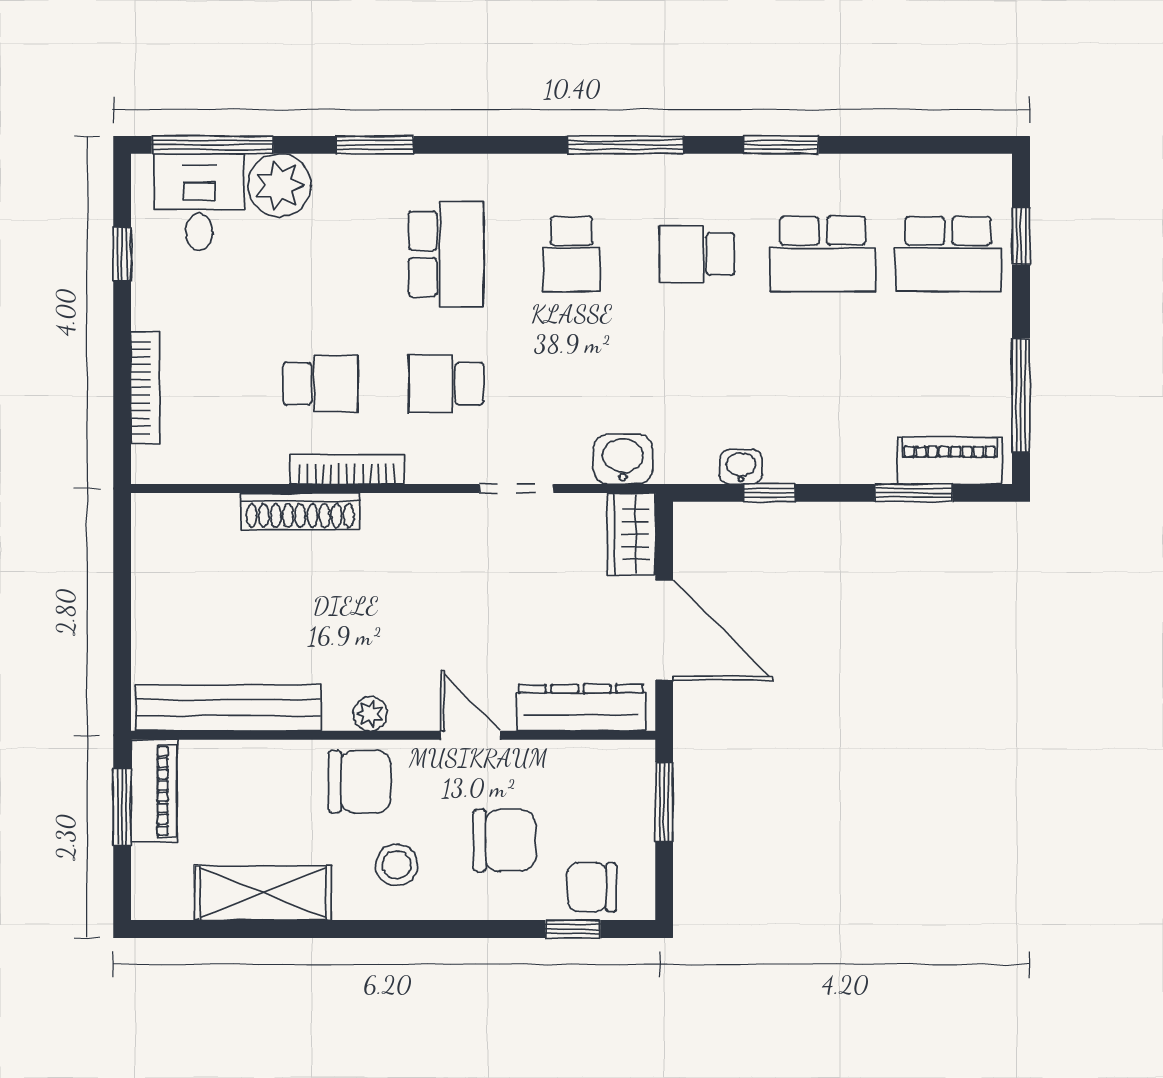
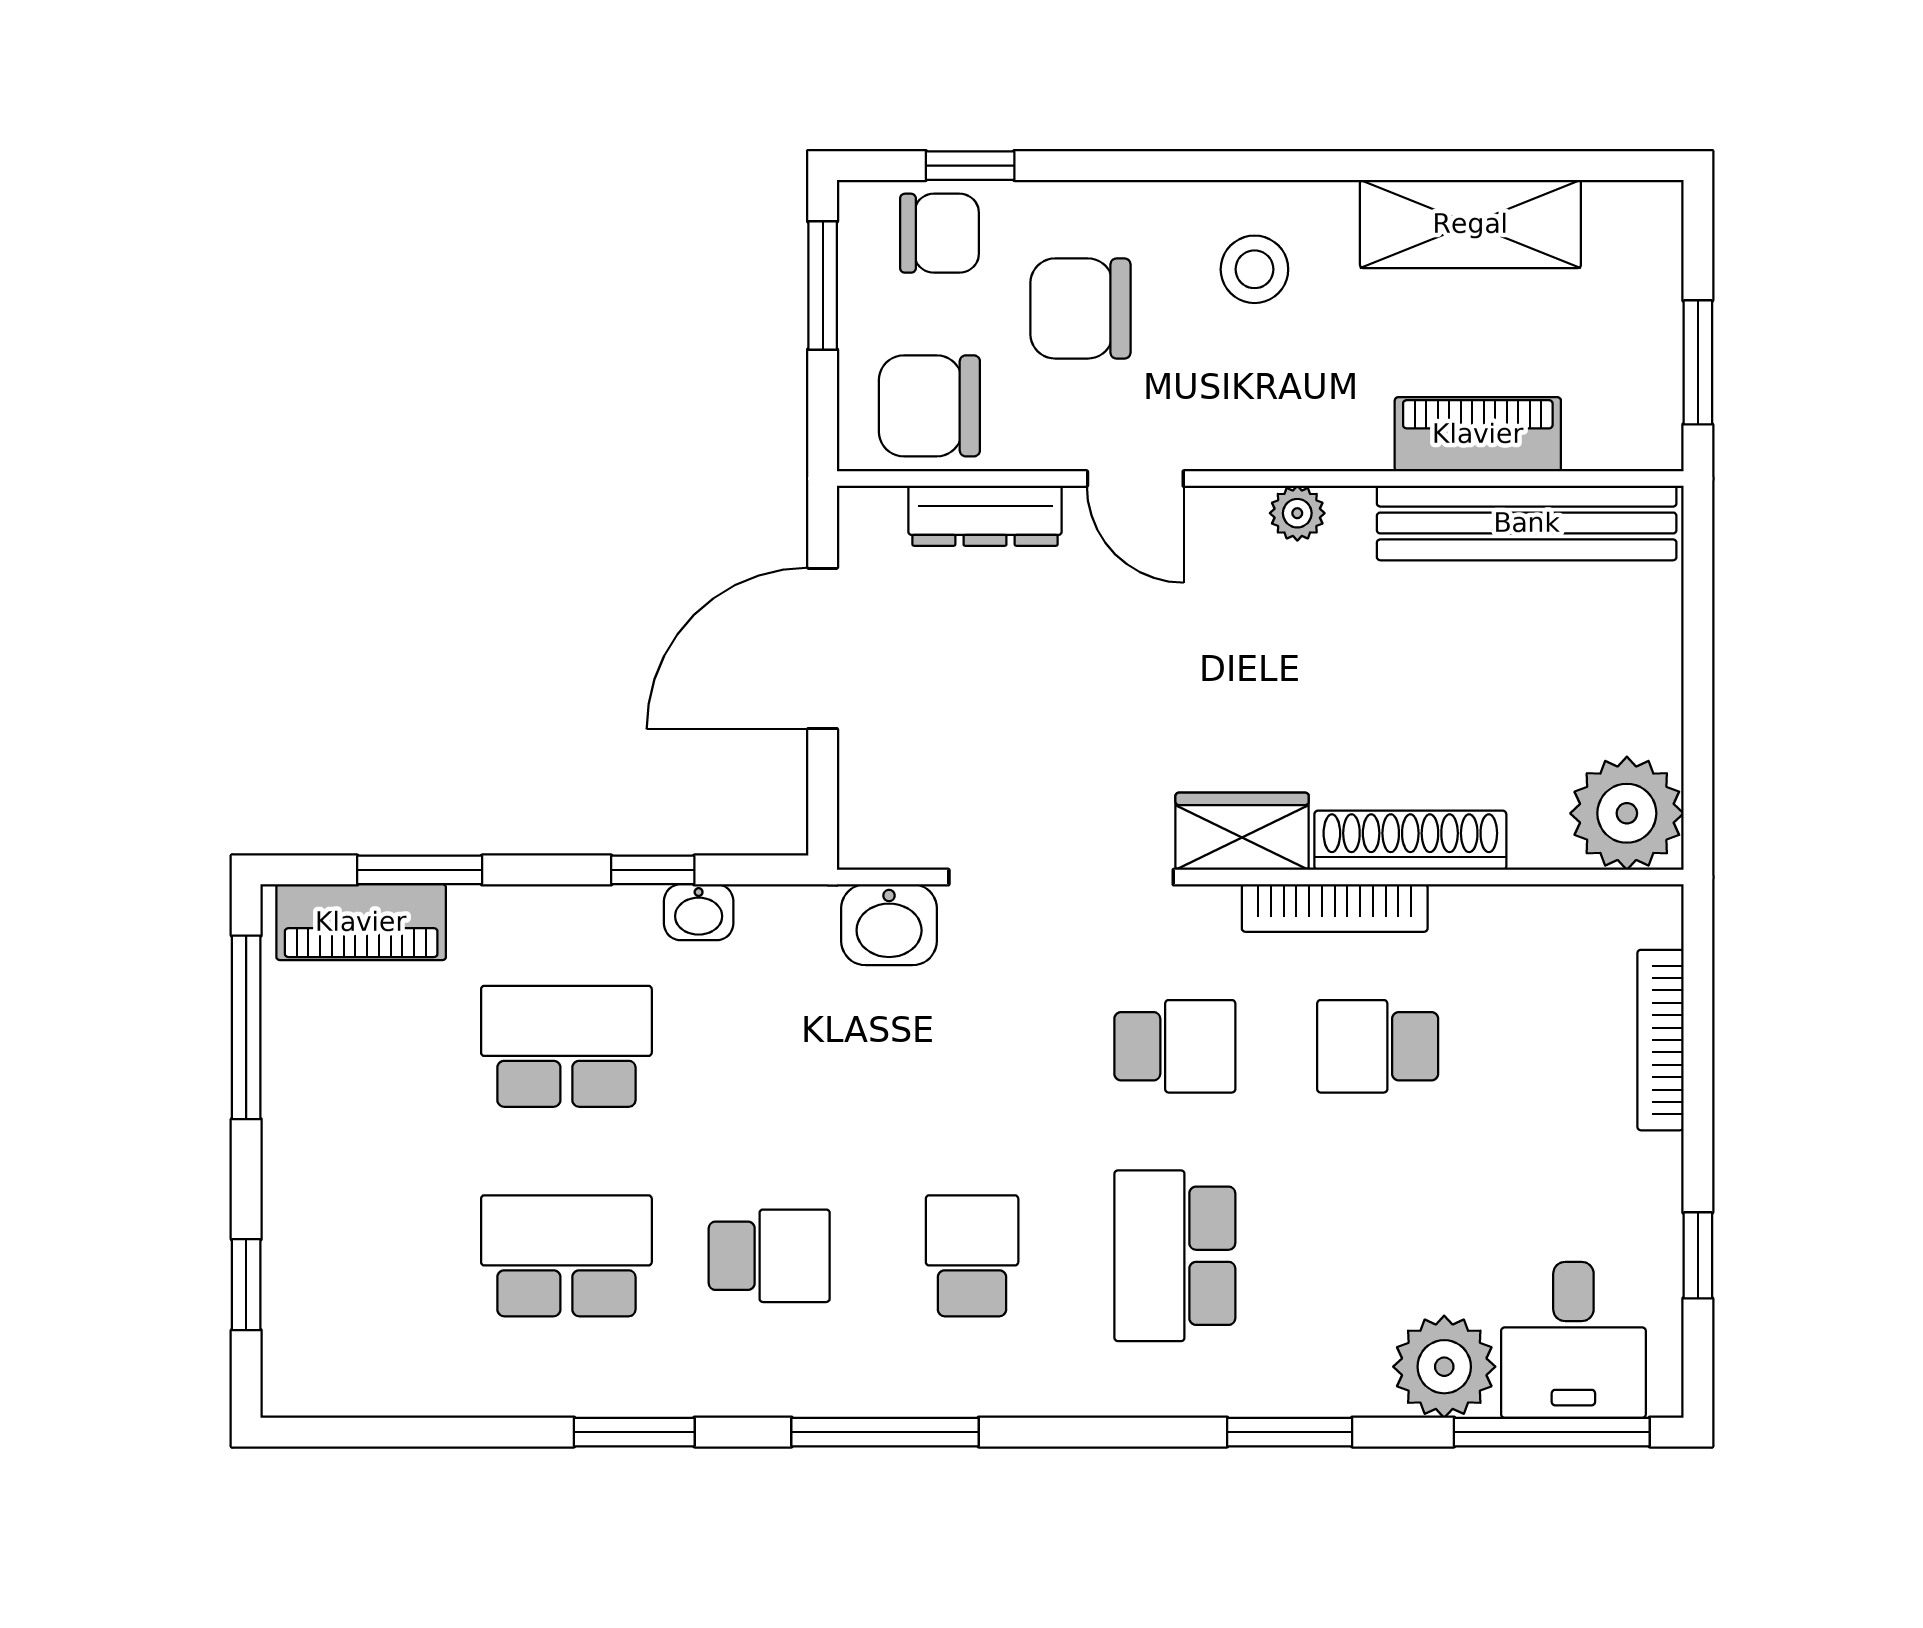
school desk: (948, 254) -> (566, 1046), moved
doorway: (516, 488) -> (1061, 877), width x1.88
plant: (166, 528) -> (1627, 813), added
wardrobe: (631, 534) -> (1242, 831), moved, turned -90
door: (664, 630) -> (823, 648), hinge flipped
dresser: (581, 708) -> (985, 516), width x0.73, depth x0.80
chair: (360, 782) -> (929, 406), moved
piano: (154, 791) -> (1478, 434), moved, turned 90
window: (664, 802) -> (823, 286), moved

